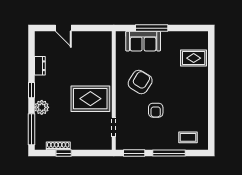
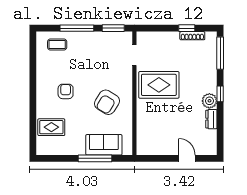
plant: (42, 107) -> (209, 101), moved
armchair: (156, 110) -> (66, 91), moved

